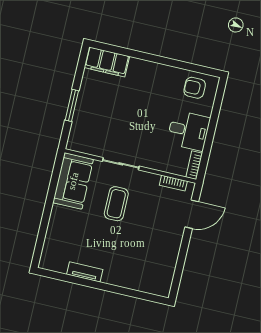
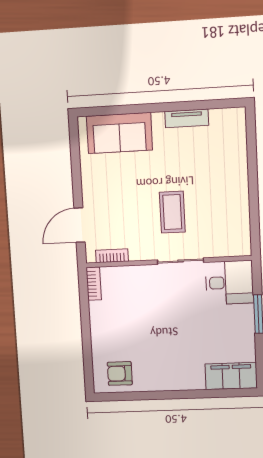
armchair: (195, 88) -> (120, 374), turned 180
desk: (188, 131) -> (229, 283), moved, turned 180
sofa: (73, 181) -> (119, 133), moved, turned -90

